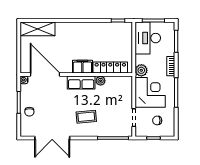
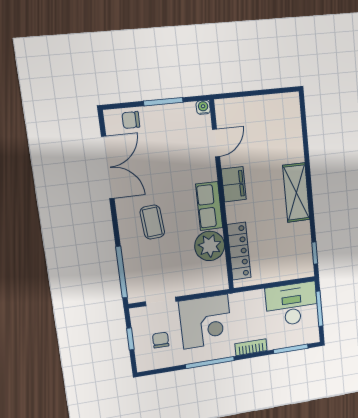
shelving: (37, 29) -> (296, 193), moved
filing cabinet: (82, 67) -> (234, 184), moved
plant: (141, 70) -> (240, 302), removed
door: (45, 75) -> (216, 143), width x0.53
plant: (101, 81) -> (210, 246), width x1.88, depth x1.88
chair: (29, 112) -> (131, 120), moved
double door: (52, 138) -> (108, 167), swing flipped

